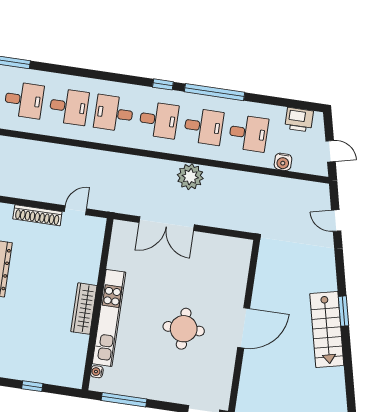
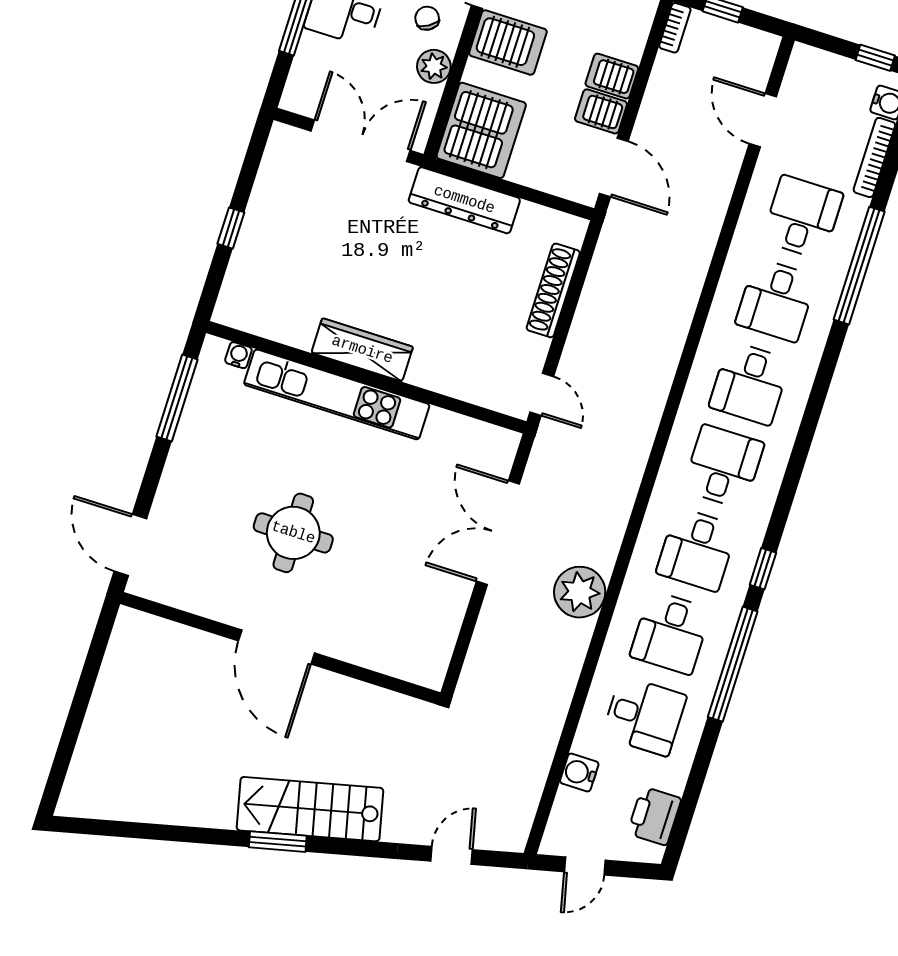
desk: (248, 133) -> (644, 716), turned -90
door: (76, 210) -> (542, 394), moved
stairs: (327, 329) -> (310, 809), moved

